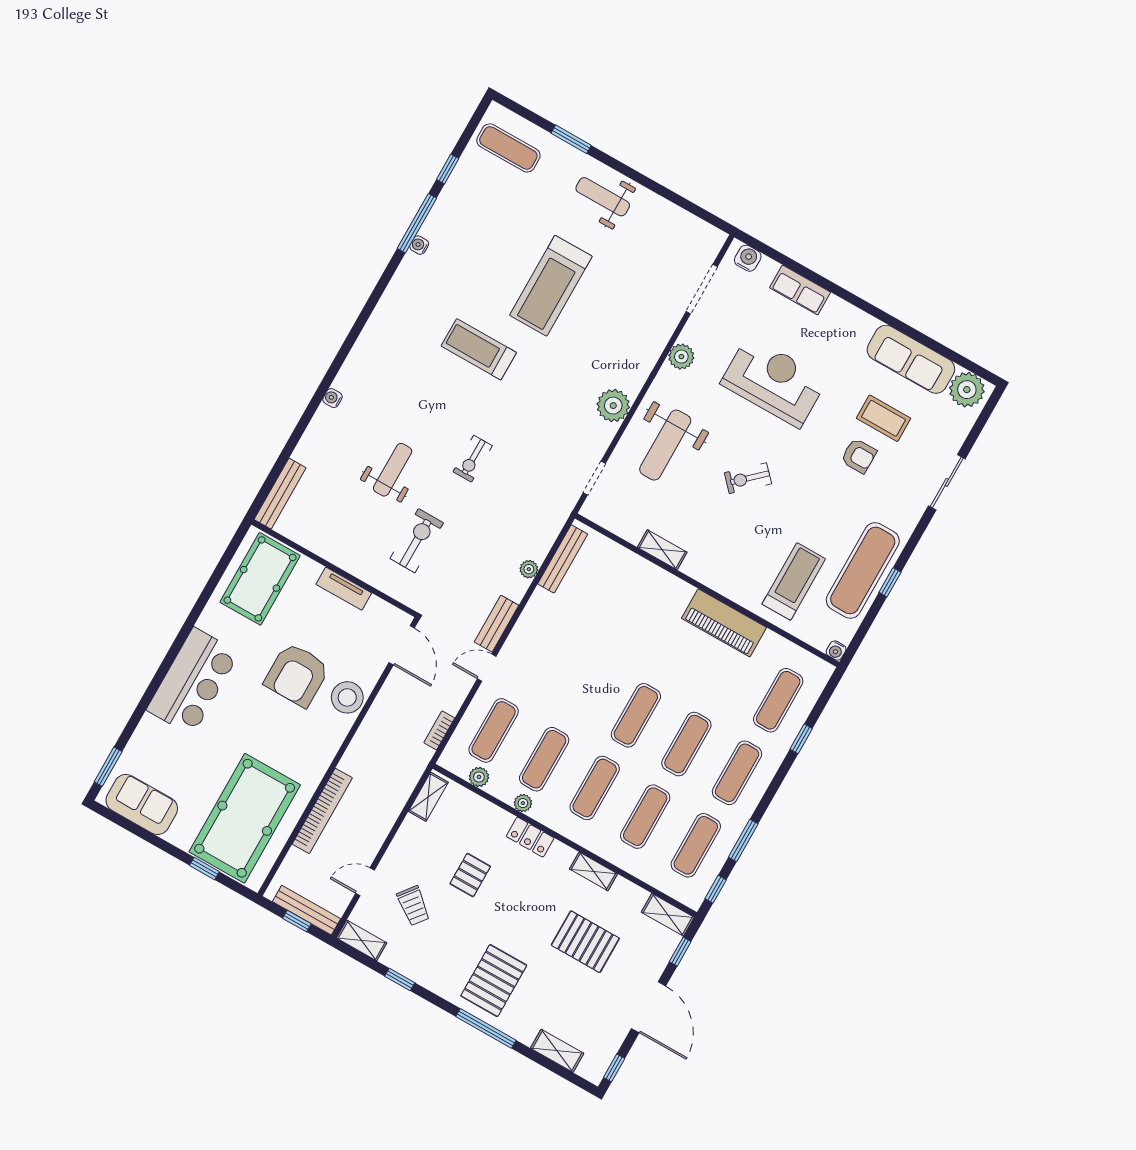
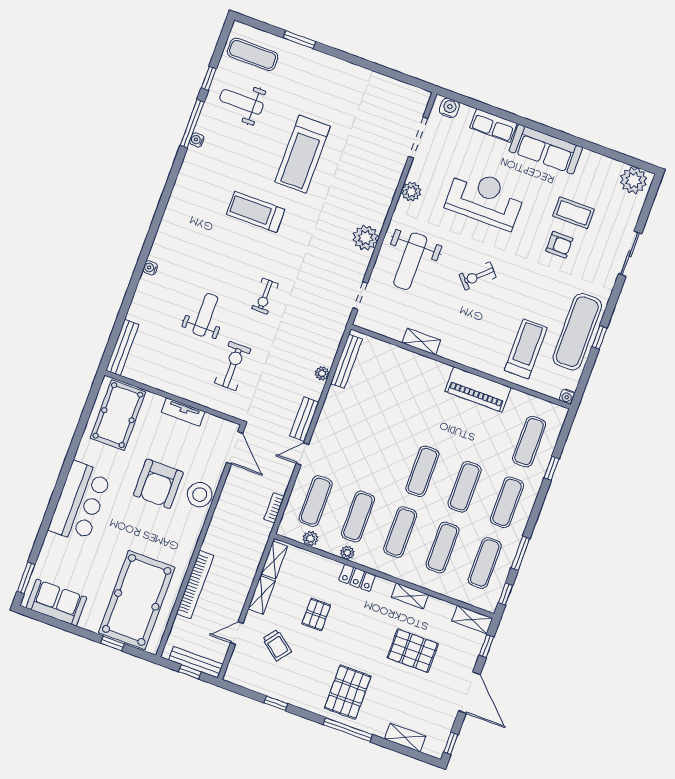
weight bench: (603, 197) -> (242, 102), moved
sofa: (911, 359) -> (546, 149), moved
shelving: (362, 940) -> (262, 595), moved, turned 90

